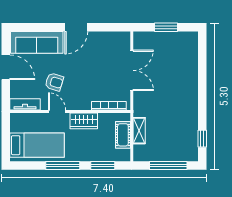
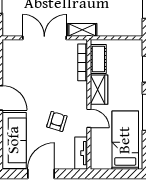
door: (57, 112) -> (89, 118), swing flipped
shelving: (139, 131) -> (82, 30), moved
cot: (123, 135) -> (98, 59), moved, turned 90

